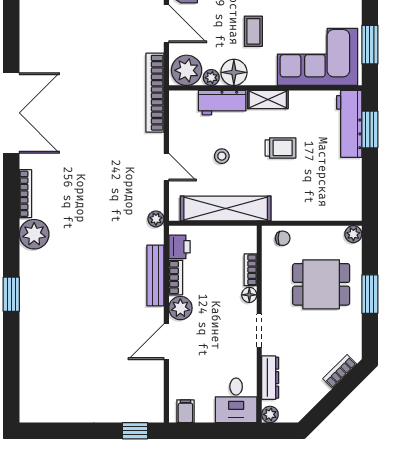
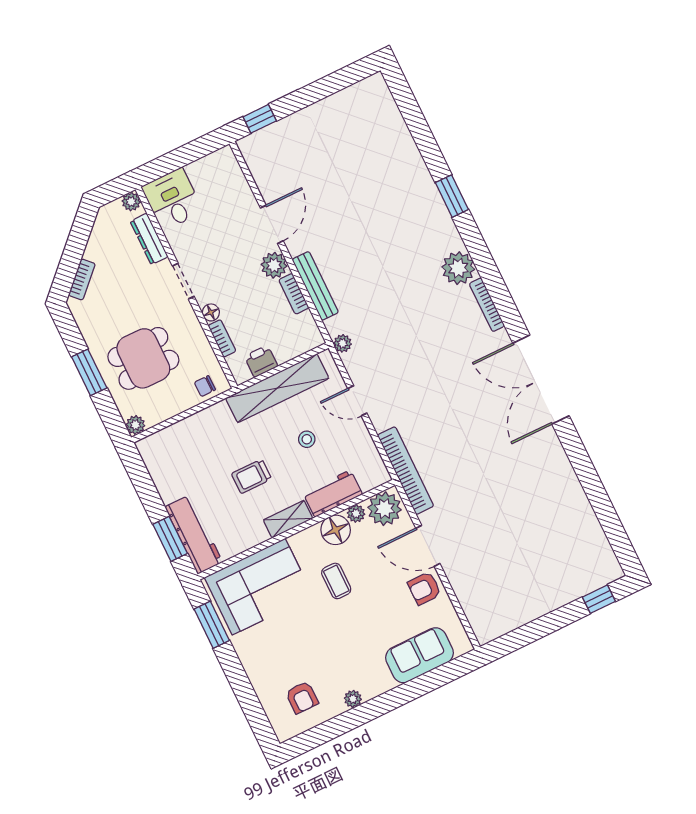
printer: (179, 247) -> (261, 361), moved, turned 90
filing cabinet: (185, 411) -> (218, 163), removed

